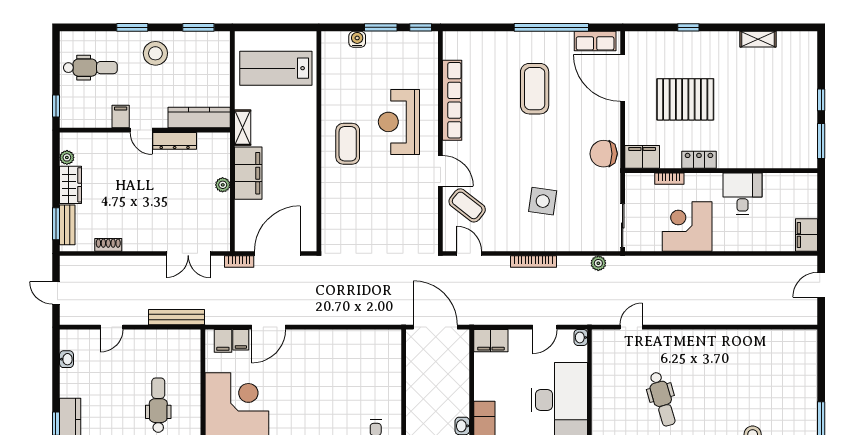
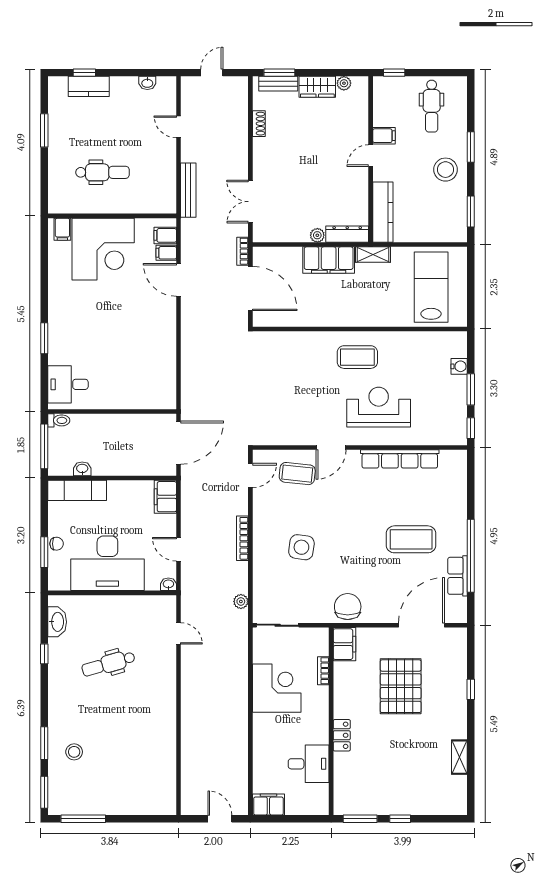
row of seats: (595, 41) -> (458, 576), moved
dresser: (175, 141) -> (347, 234), moved, turned 90
locker: (699, 160) -> (342, 735), moved
desk: (743, 194) -> (309, 764), moved
coffee table: (467, 205) -> (297, 474), turned 58

